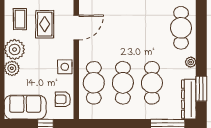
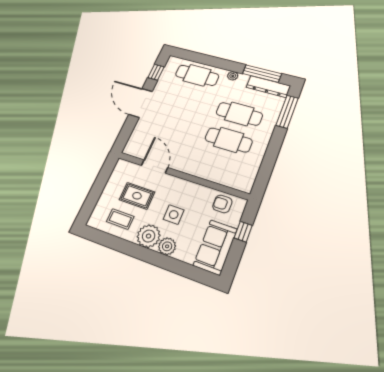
side table: (65, 67) -> (174, 215), moved
cafe table: (94, 83) -> (217, 167), removed
window: (201, 89) -> (262, 74), width x1.44
armchair: (63, 99) -> (222, 204), turned 90

